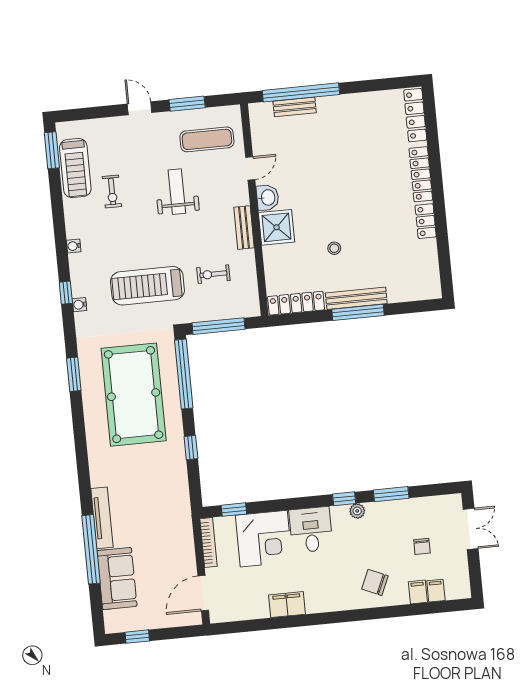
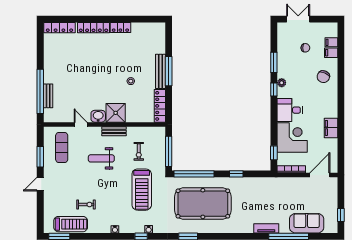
weight bench: (177, 192) -> (101, 158), moved
tv unit: (102, 518) -> (266, 228), width x0.71
door: (203, 593) -> (320, 175), swing flipped

